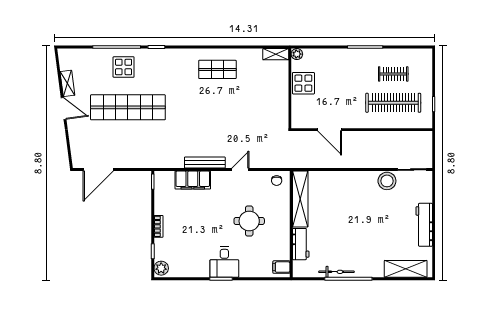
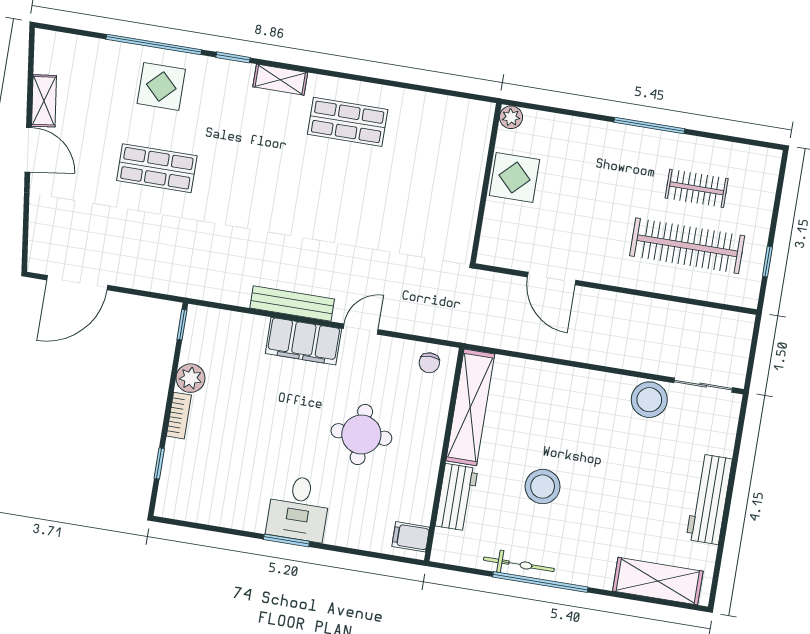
shelving: (276, 54) -> (280, 80), moved
shop shelf: (128, 107) -> (157, 168), width x0.50, depth x0.74
filing cabinet: (193, 180) -> (303, 341), moved
stool: (342, 232) -> (543, 487), added
plant: (161, 268) -> (190, 378), moved

